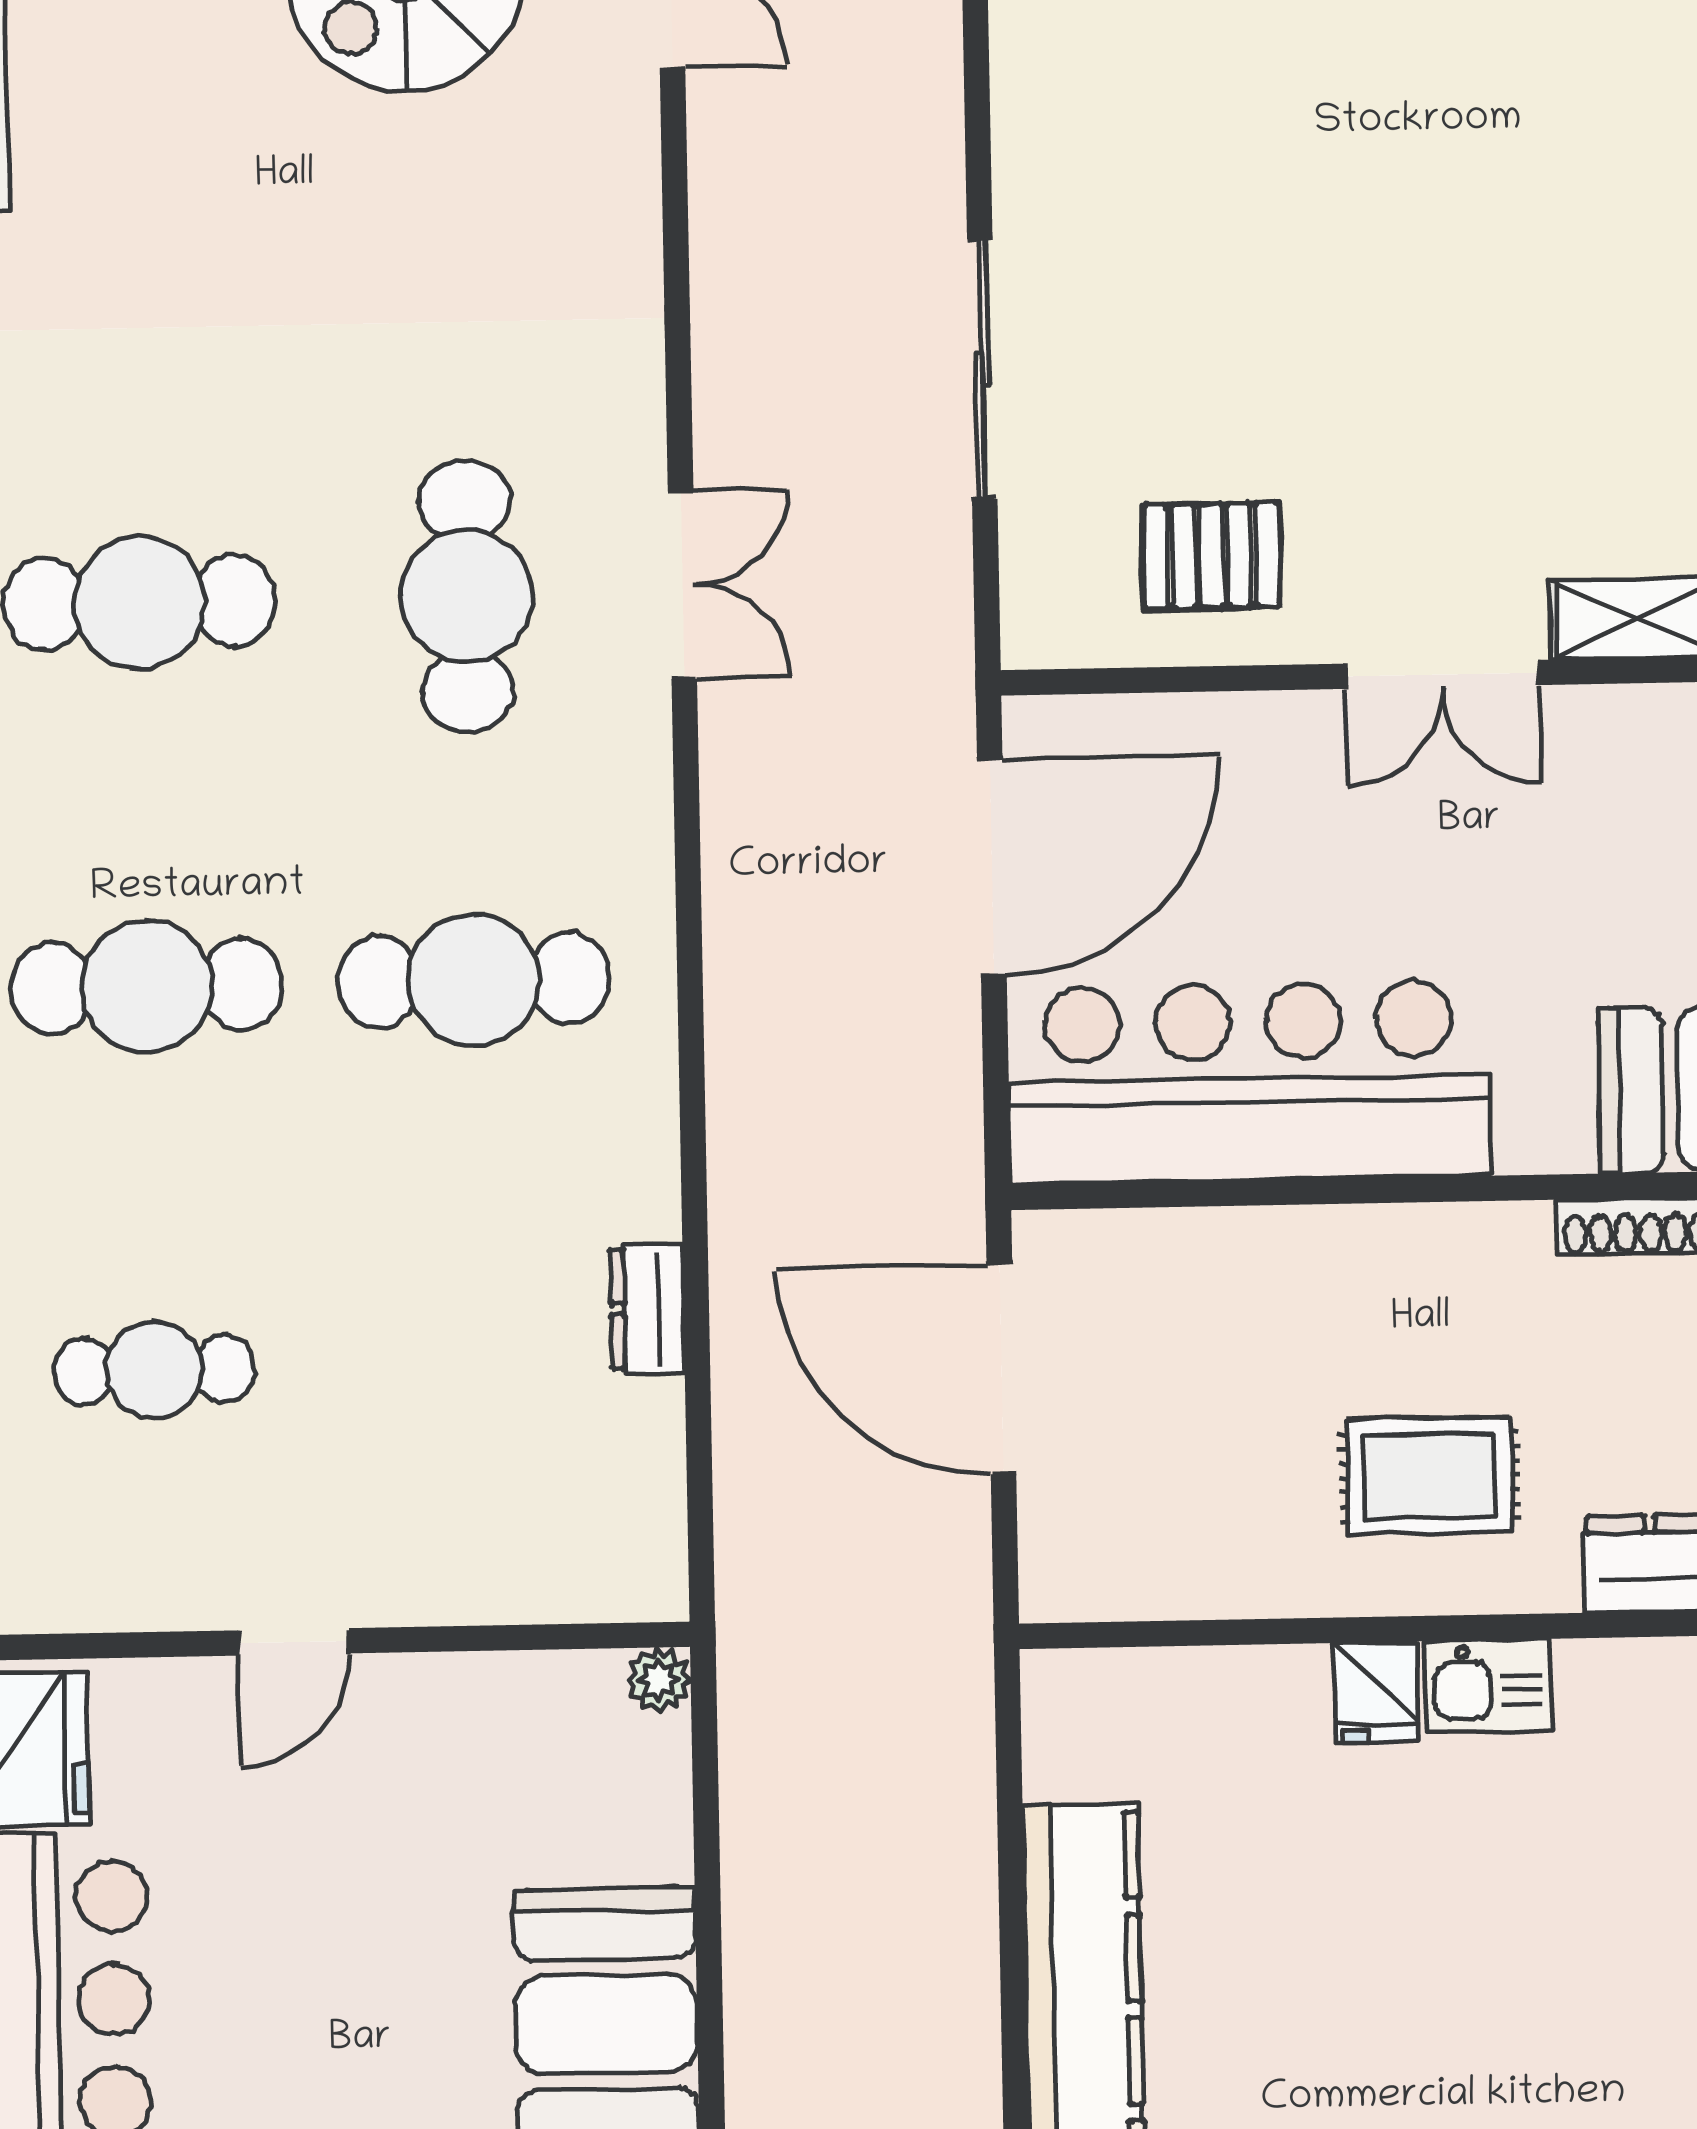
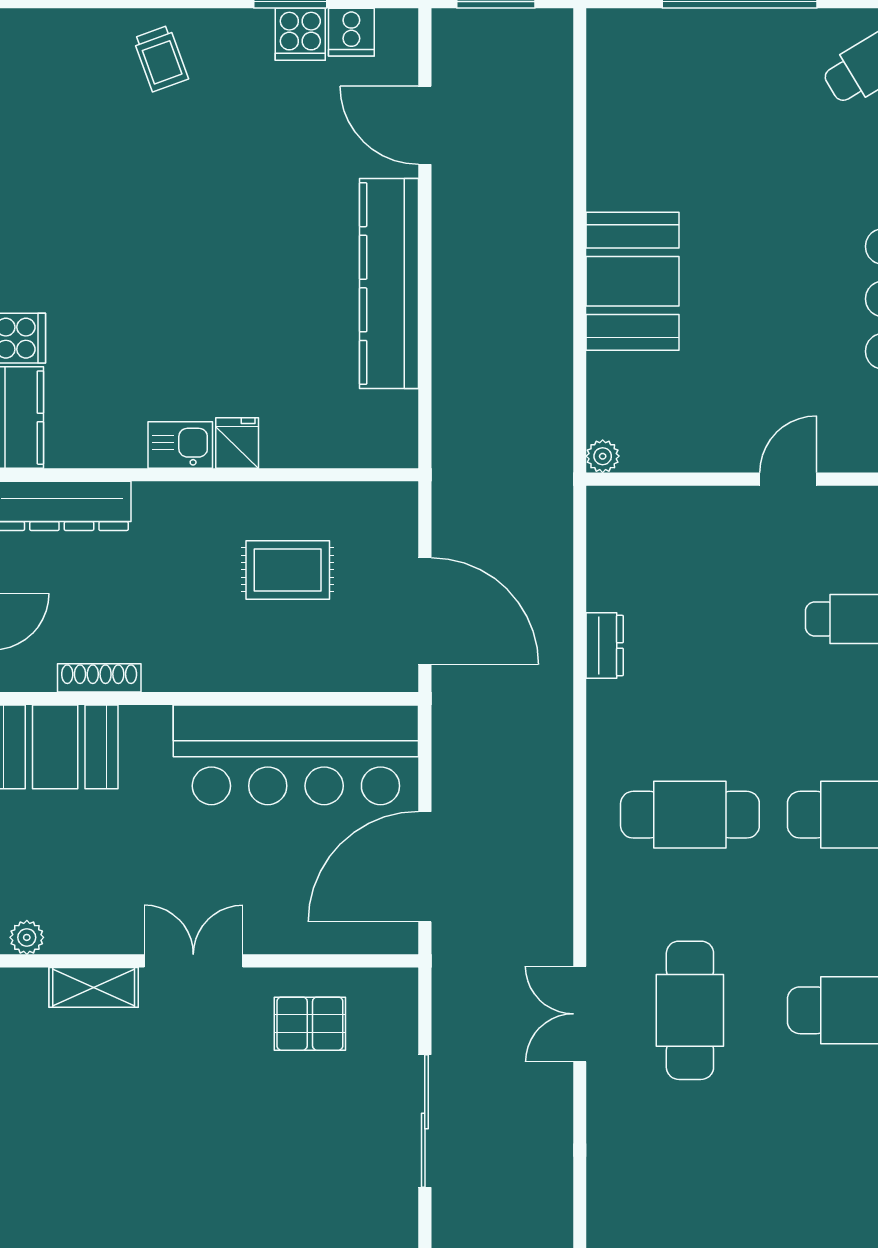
rug: (1429, 1476) -> (288, 570), moved

